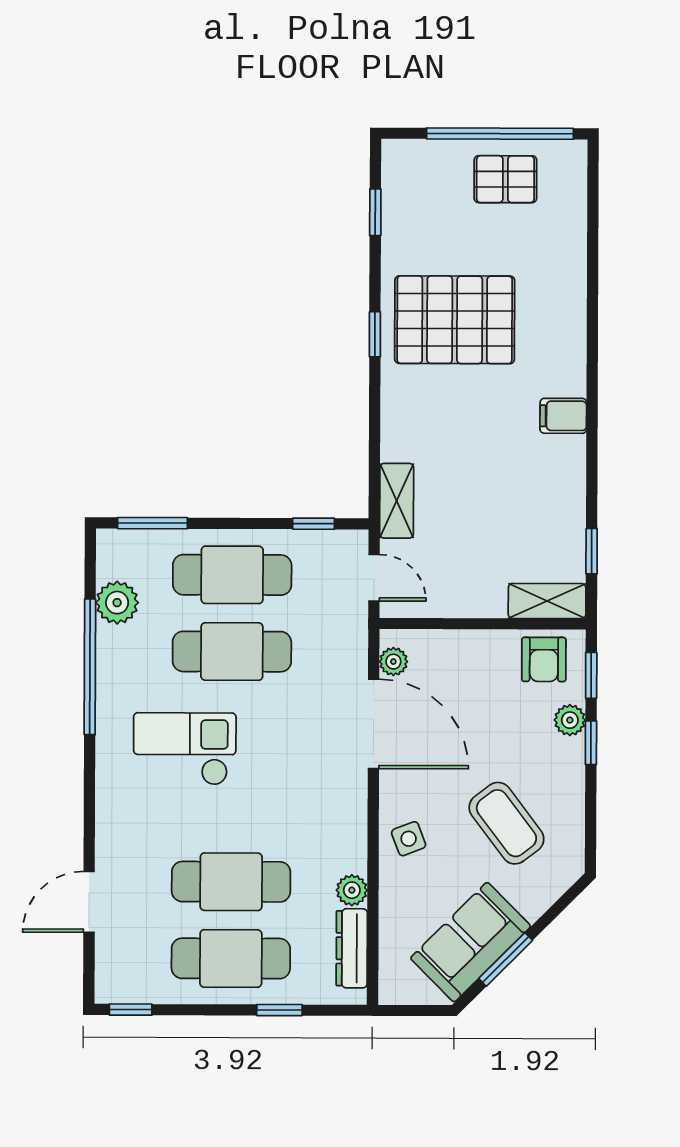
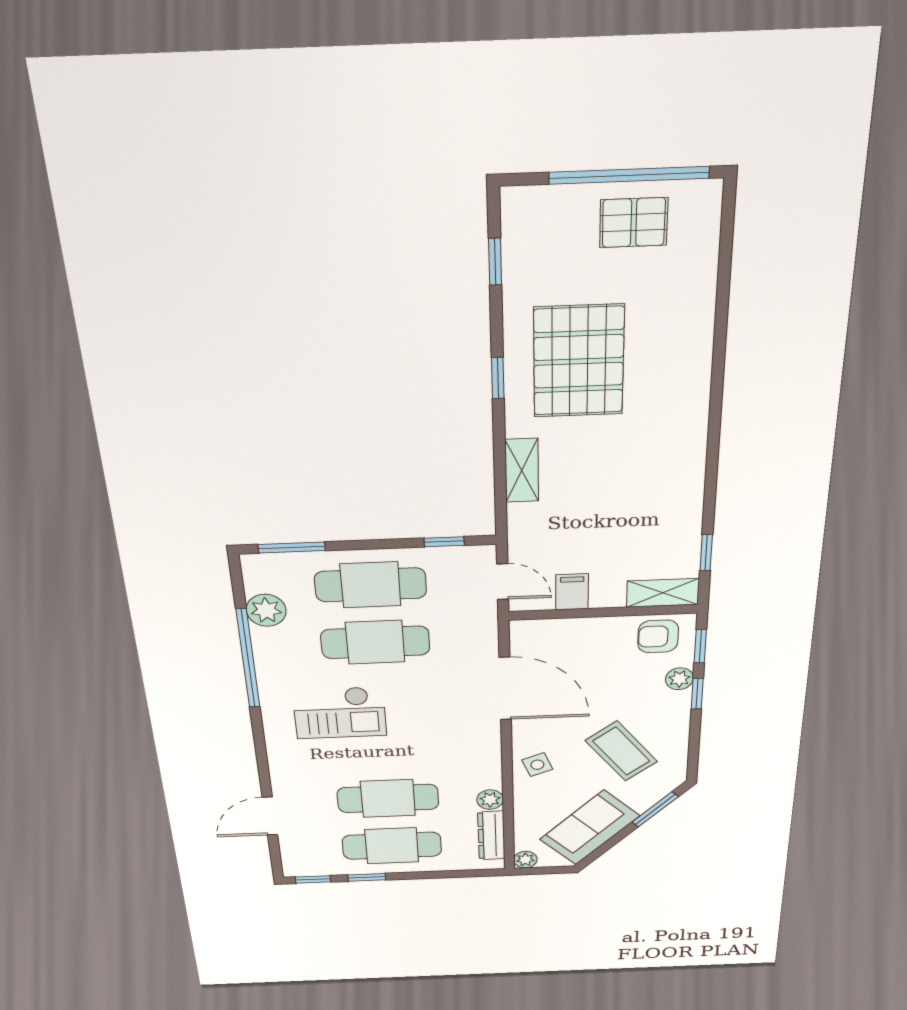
pallet: (455, 320) -> (579, 361), turned 90
filing cabinet: (563, 416) -> (572, 592), moved, turned 90
shelving: (397, 501) -> (522, 470), moved
armchair: (544, 659) -> (658, 636), turned 90
plant: (393, 662) -> (525, 860), moved
checkout: (185, 749) -> (340, 713), turned 180
window: (506, 959) -> (655, 809), moved
window: (279, 1010) -> (367, 877), moved

